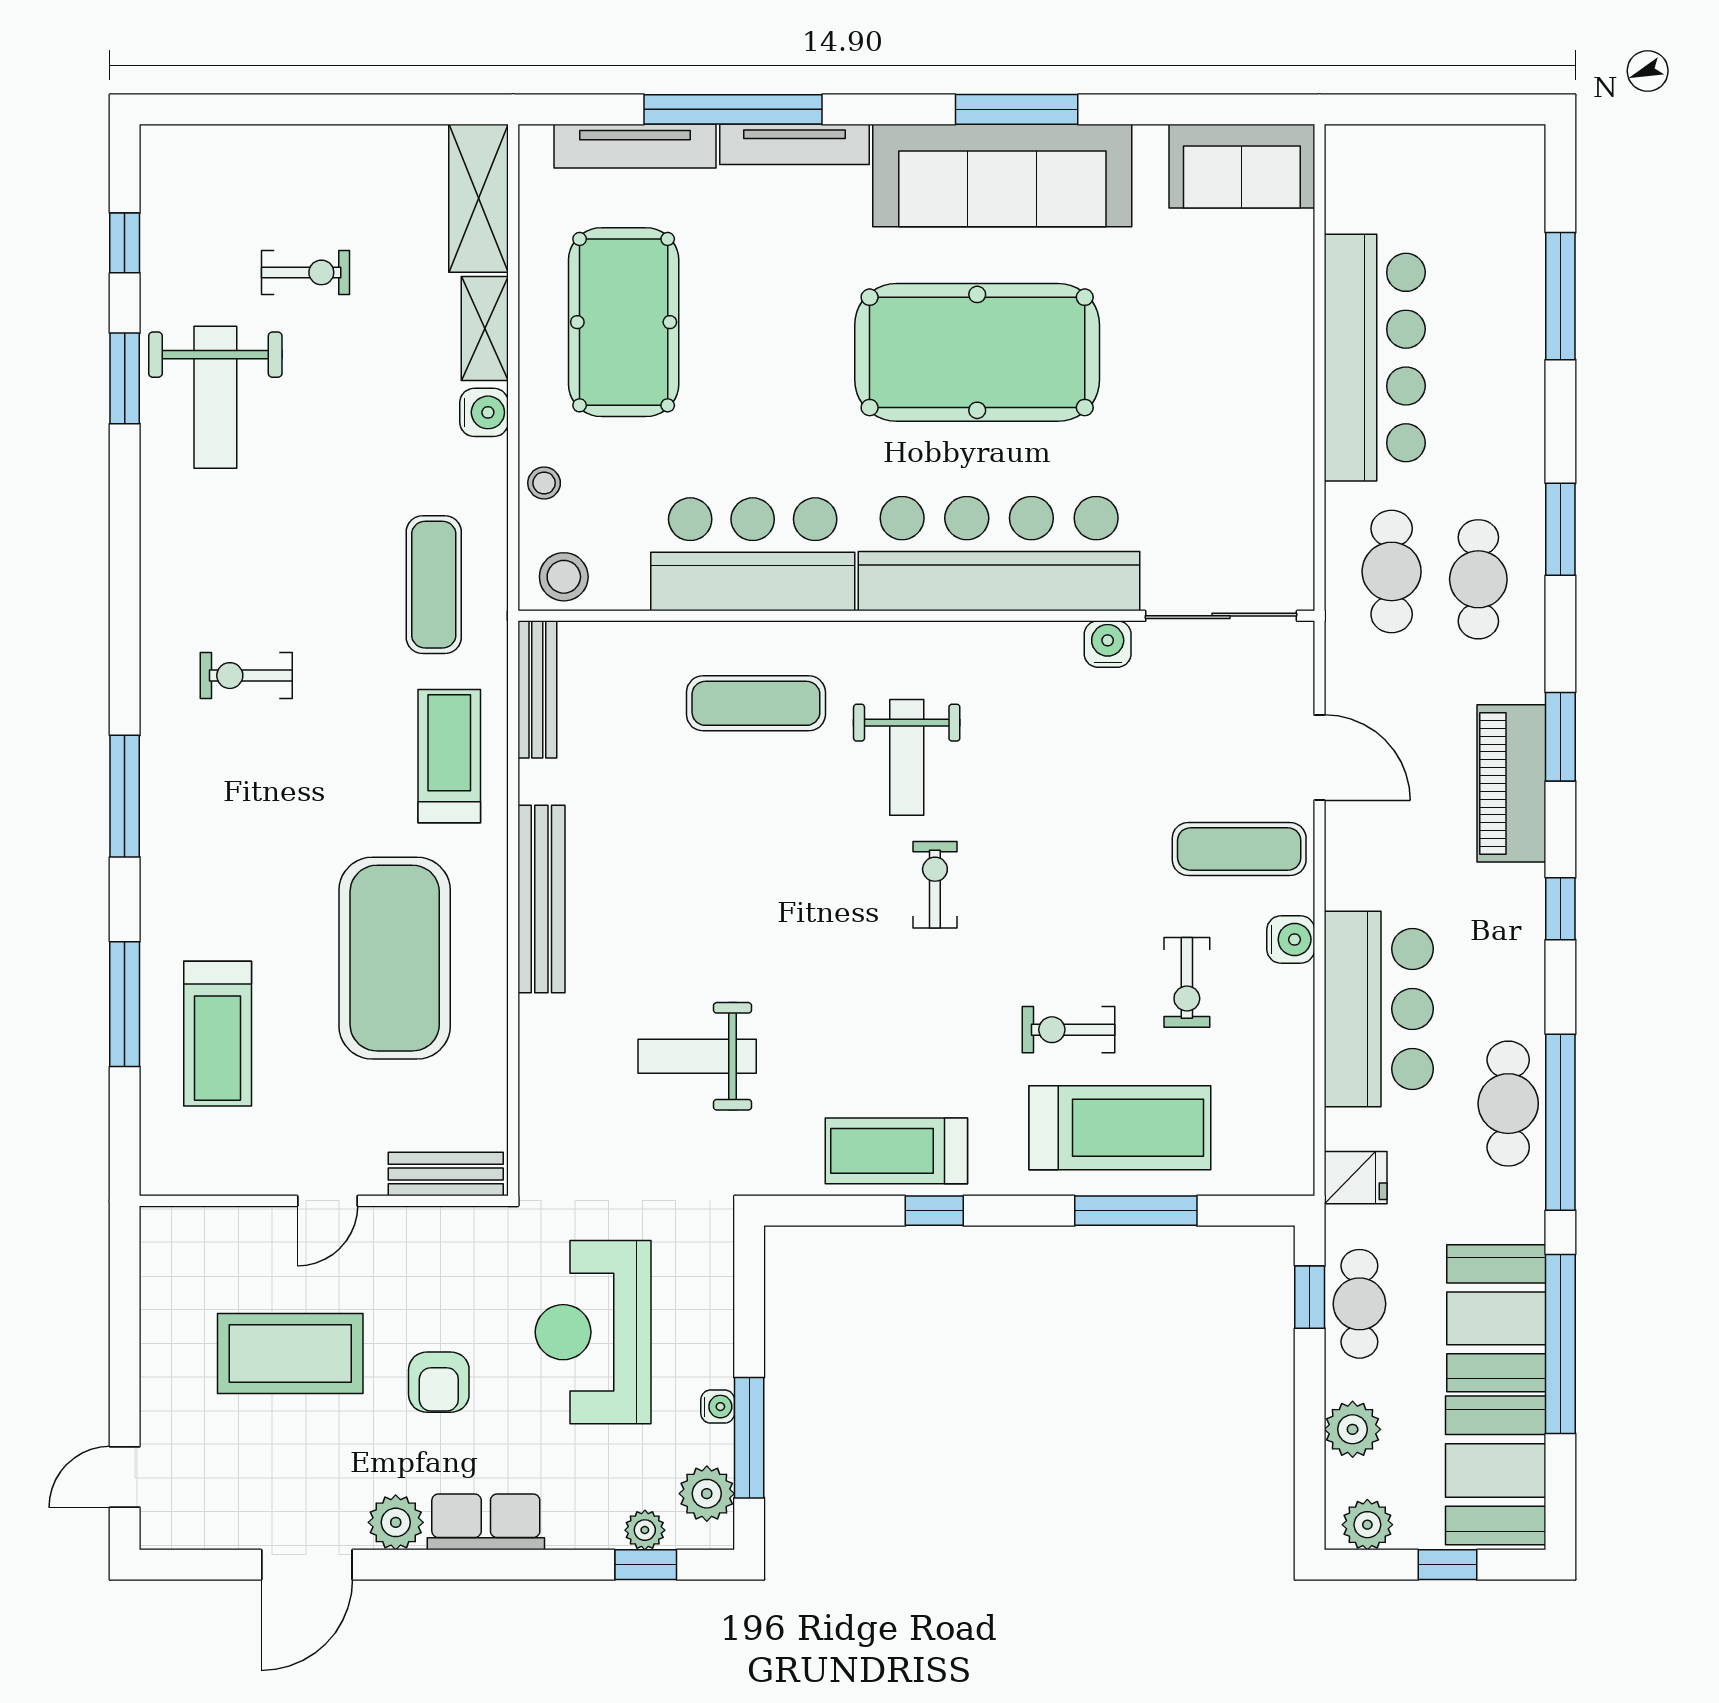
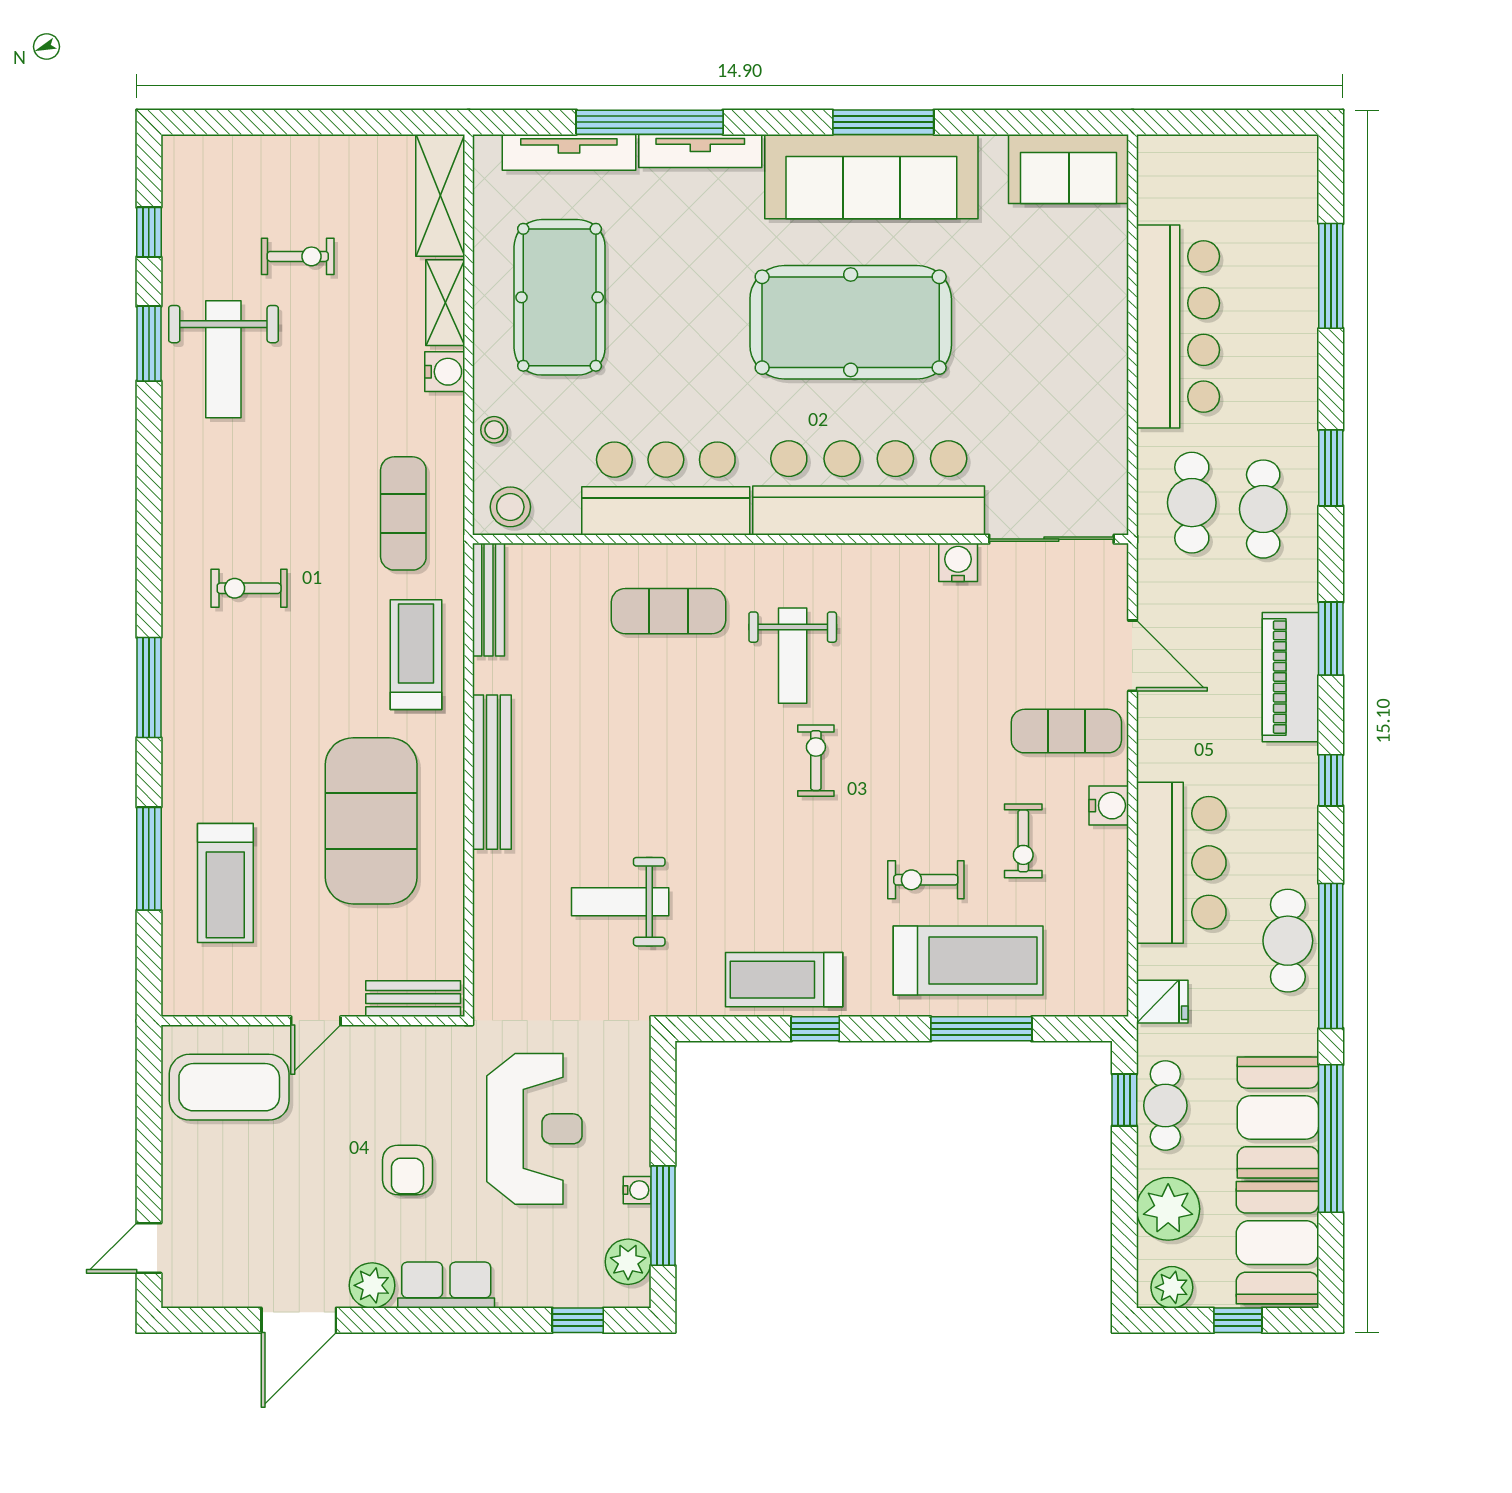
reception desk: (593, 1332) -> (534, 1129), turned 180
coffee table: (290, 1354) -> (229, 1087), moved
plant: (1353, 1429) -> (1168, 1209), width x1.36, depth x1.36
plant: (645, 1530) -> (577, 1292), removed

